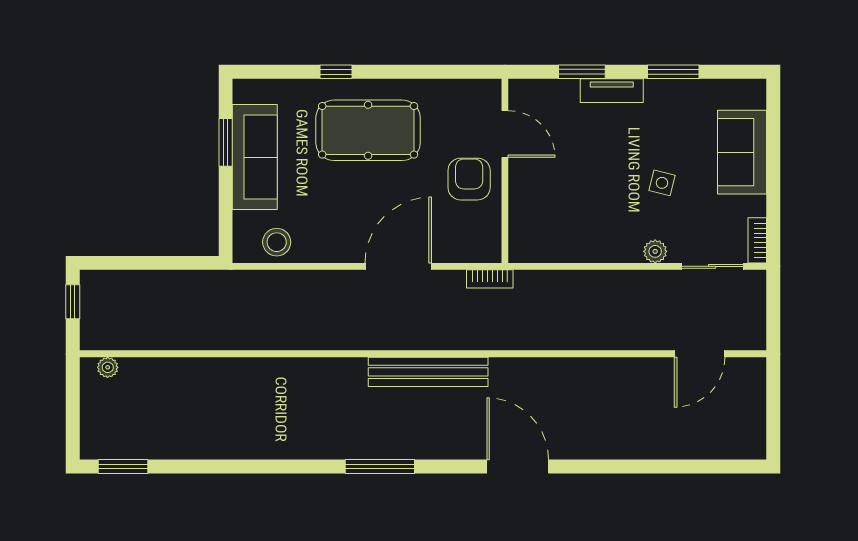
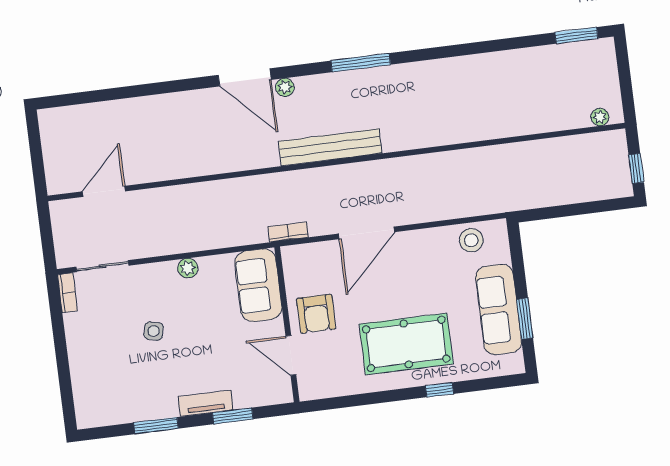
sofa: (742, 152) -> (258, 285), moved, turned 180
plant: (655, 251) -> (188, 268), moved
plant: (472, 449) -> (285, 87), added

